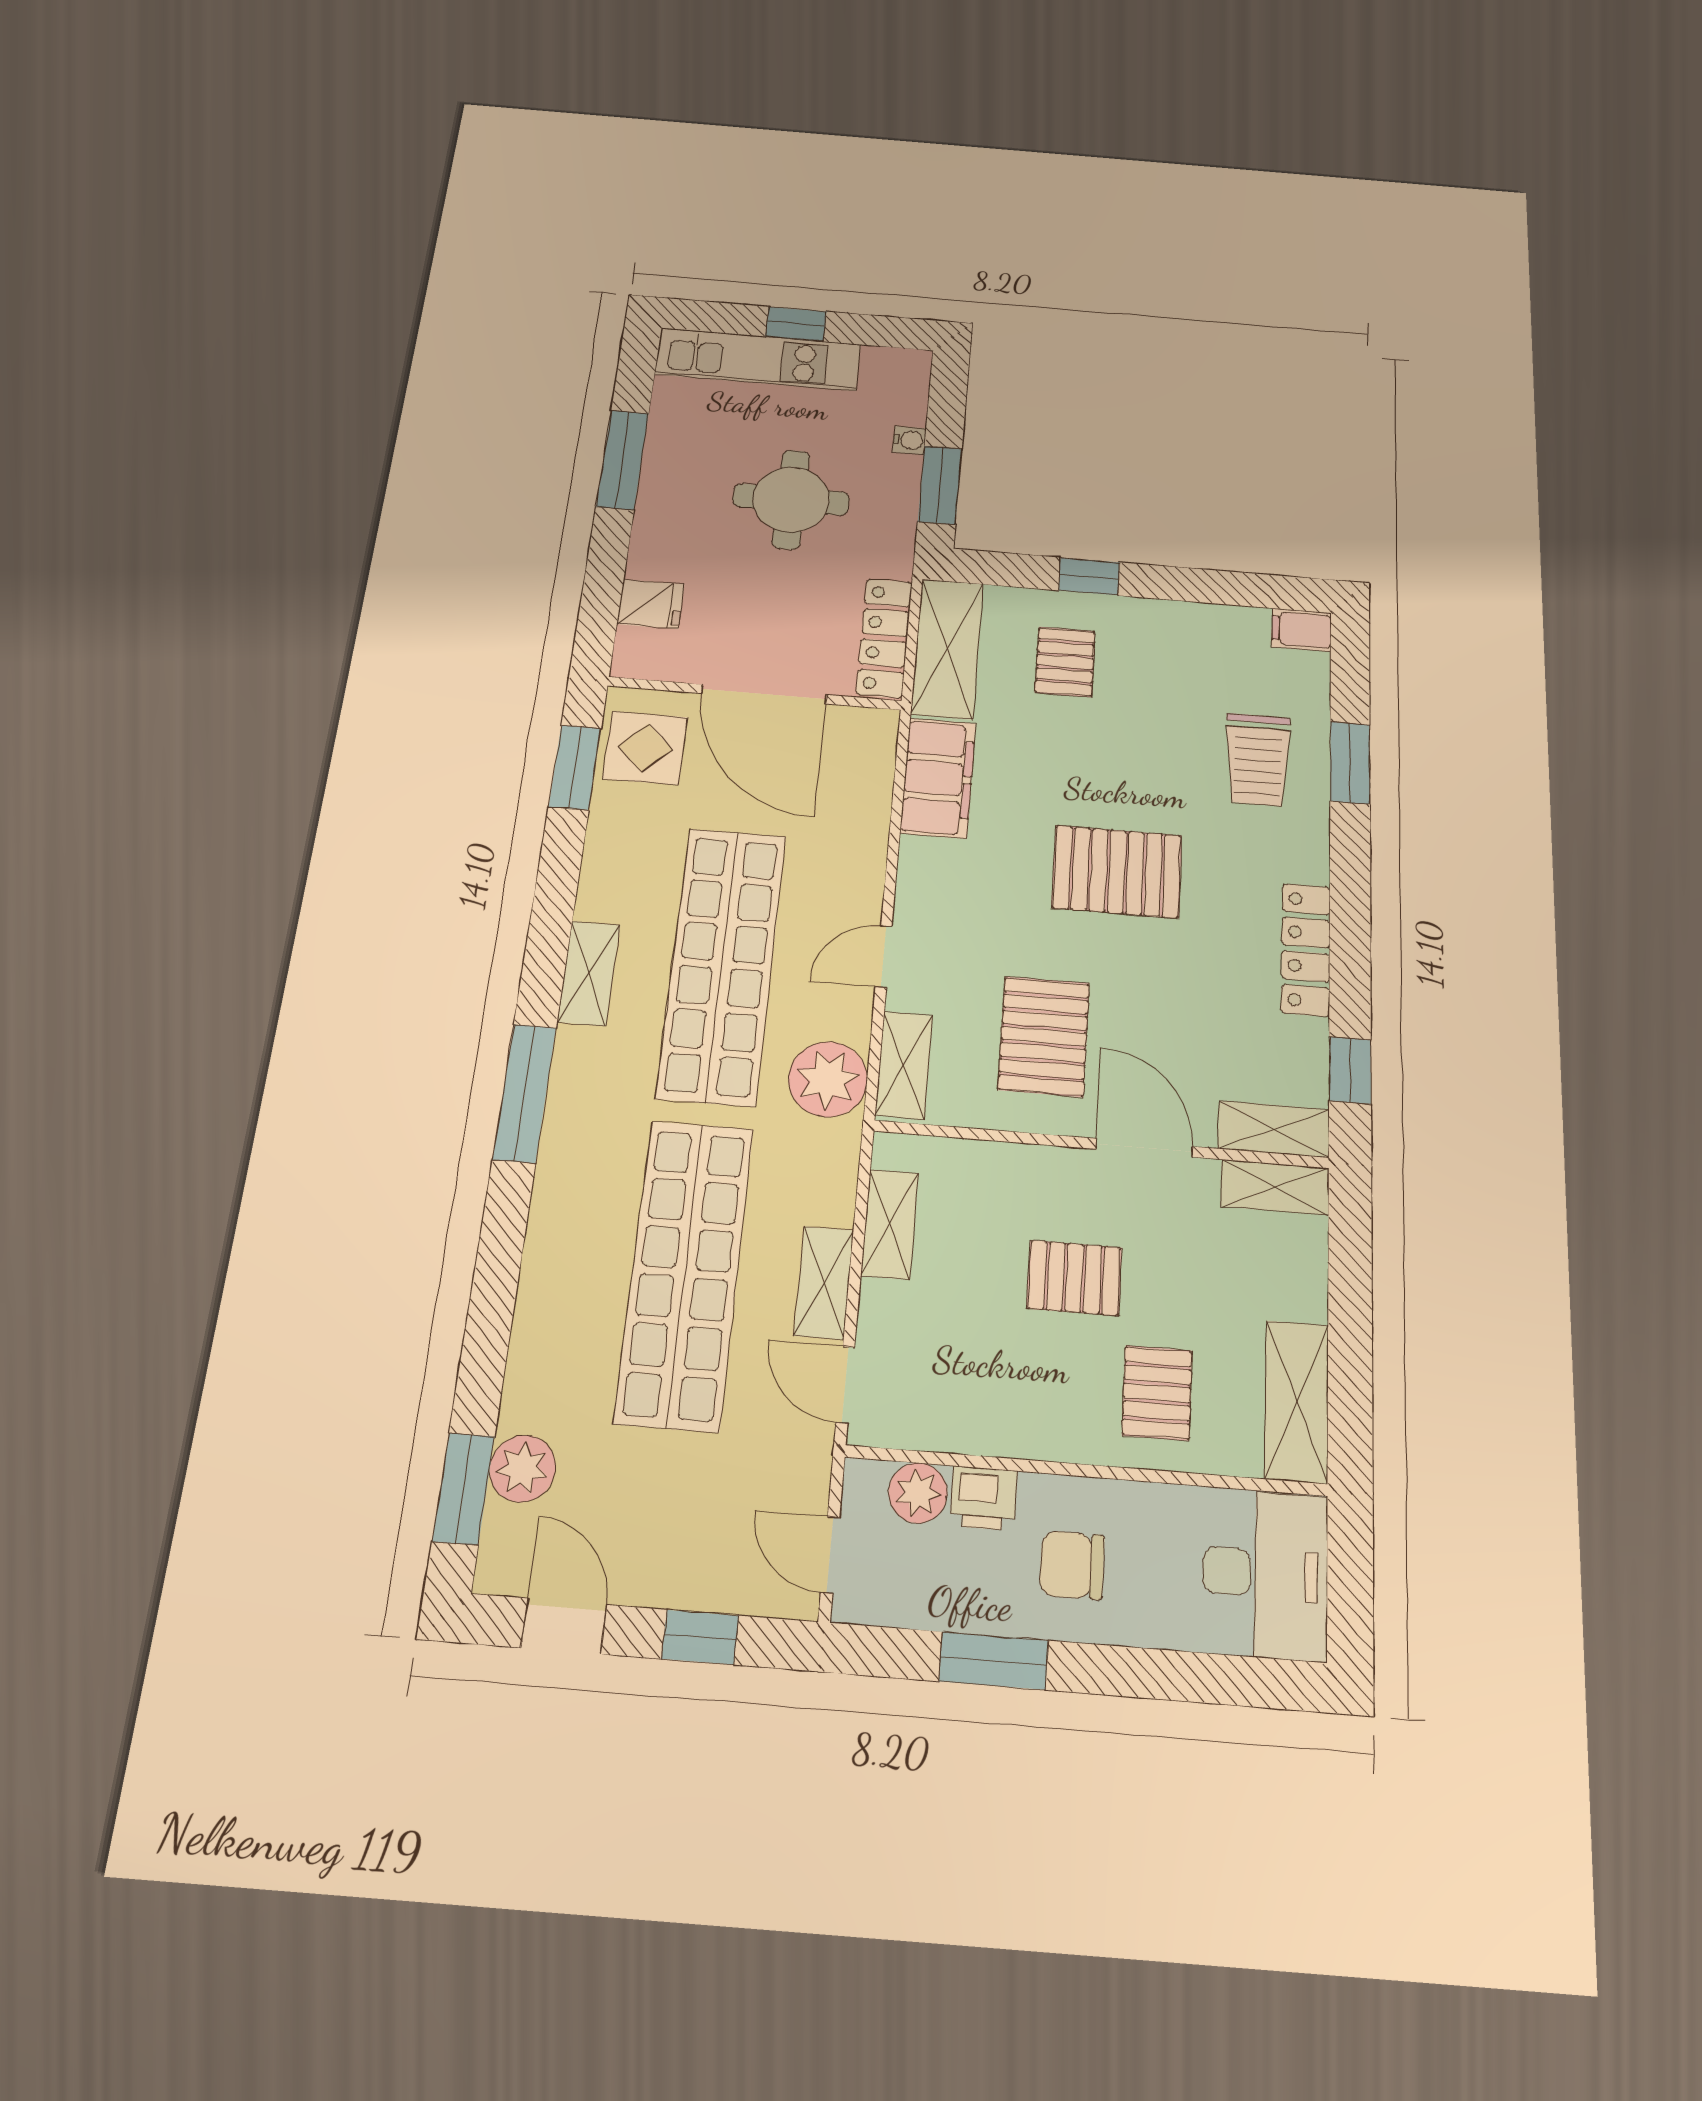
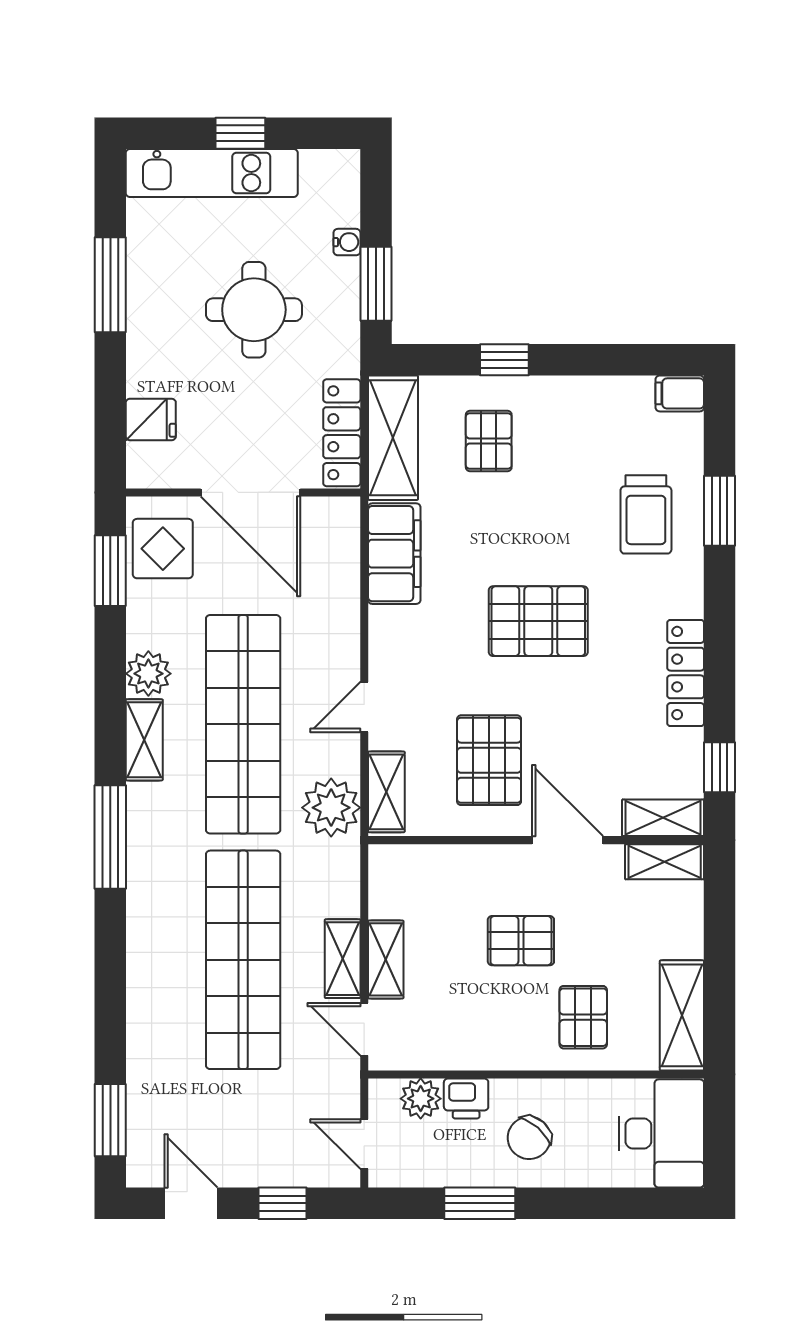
shelving: (890, 1224) -> (386, 959), moved
plant: (523, 1469) -> (148, 674), moved
chair: (1072, 1565) -> (529, 1138), turned -49

